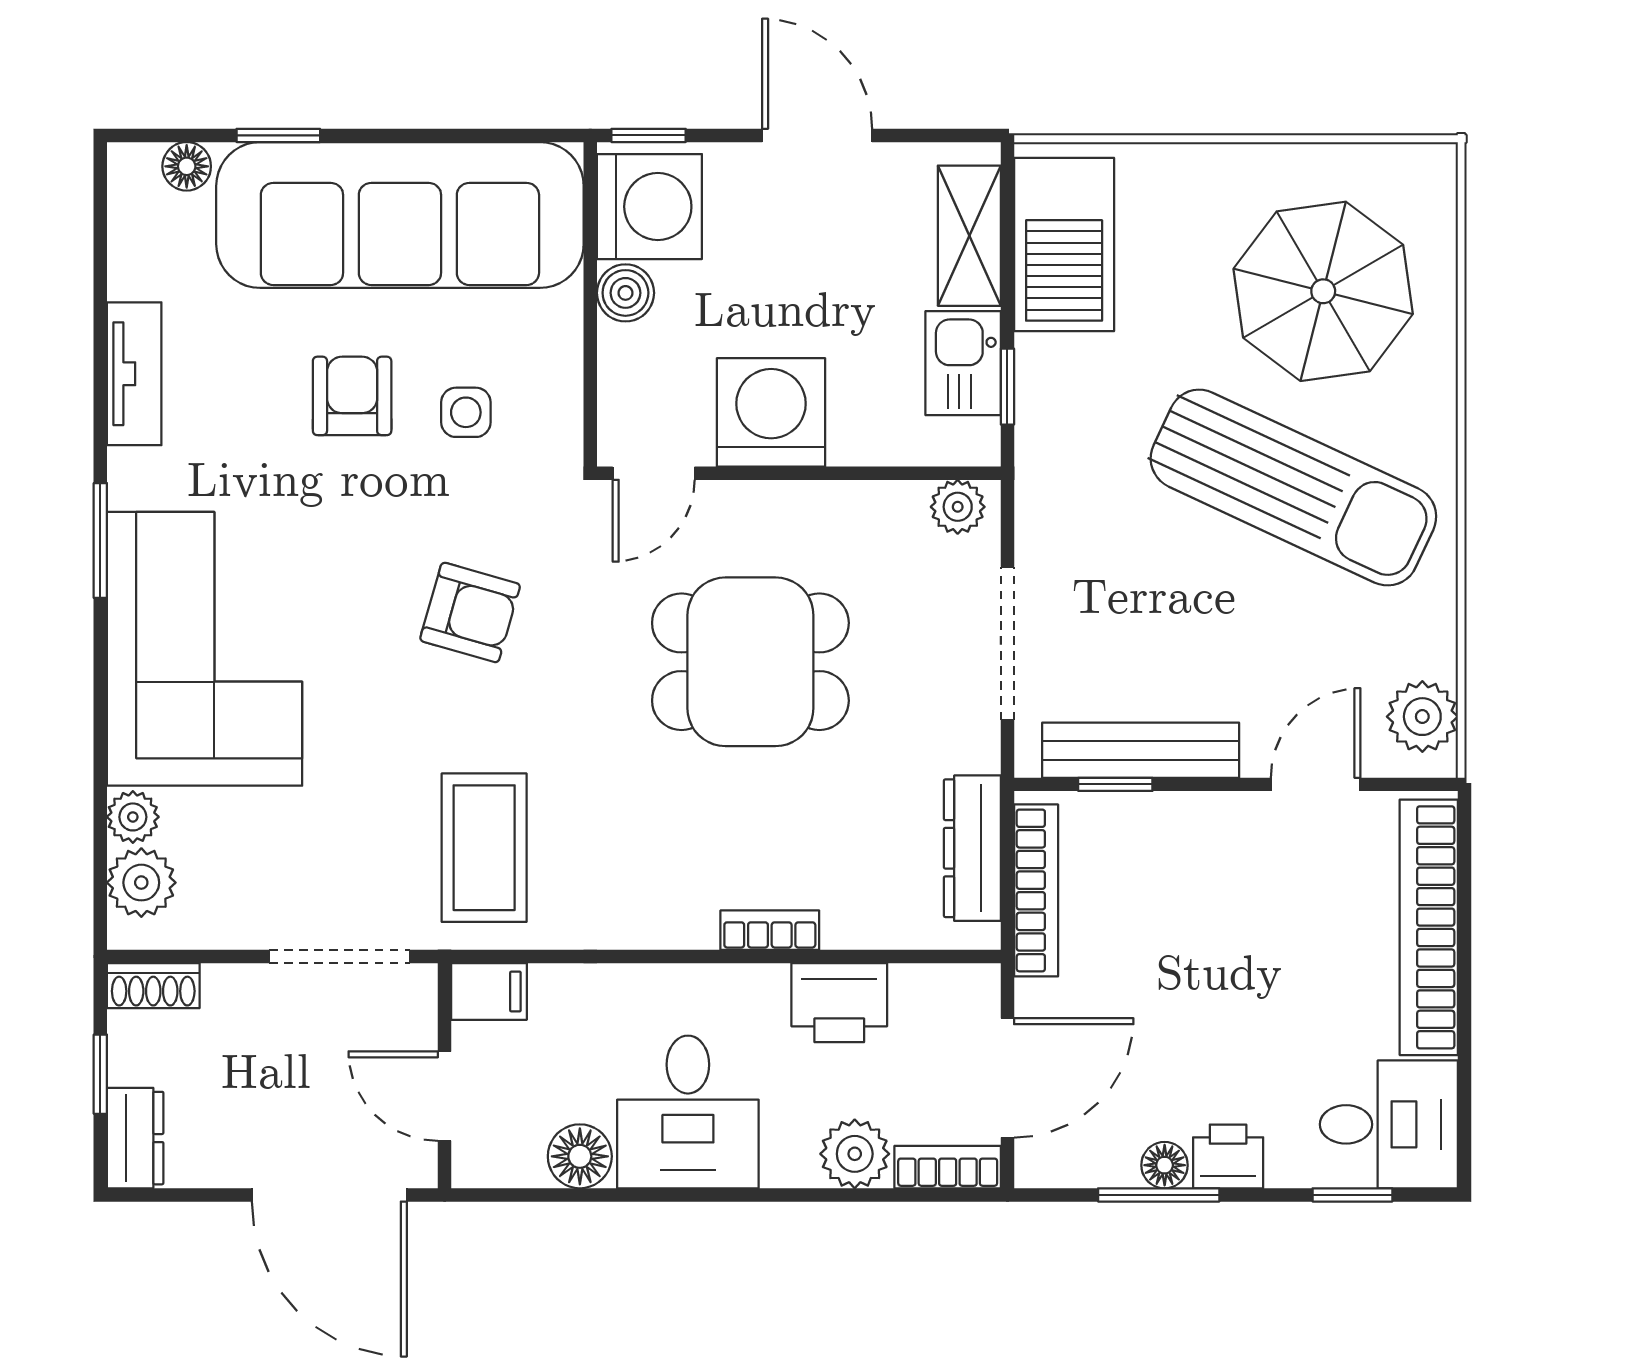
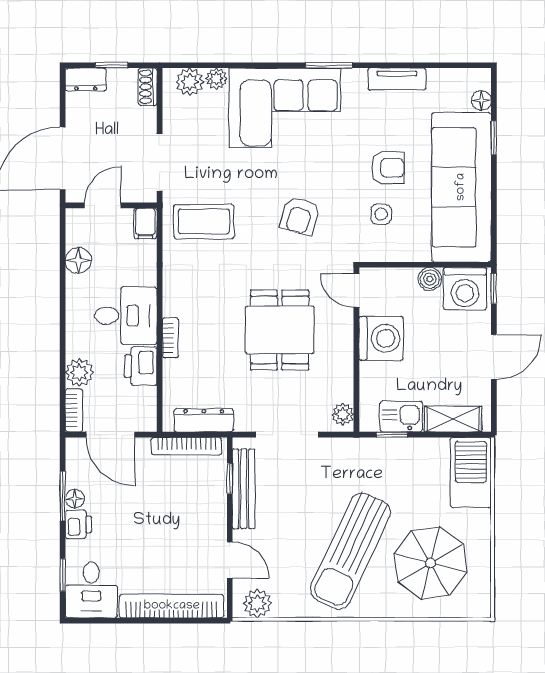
barbecue: (1064, 244) -> (471, 473), moved, turned 90
desk: (688, 1112) -> (126, 316), moved, turned 180

